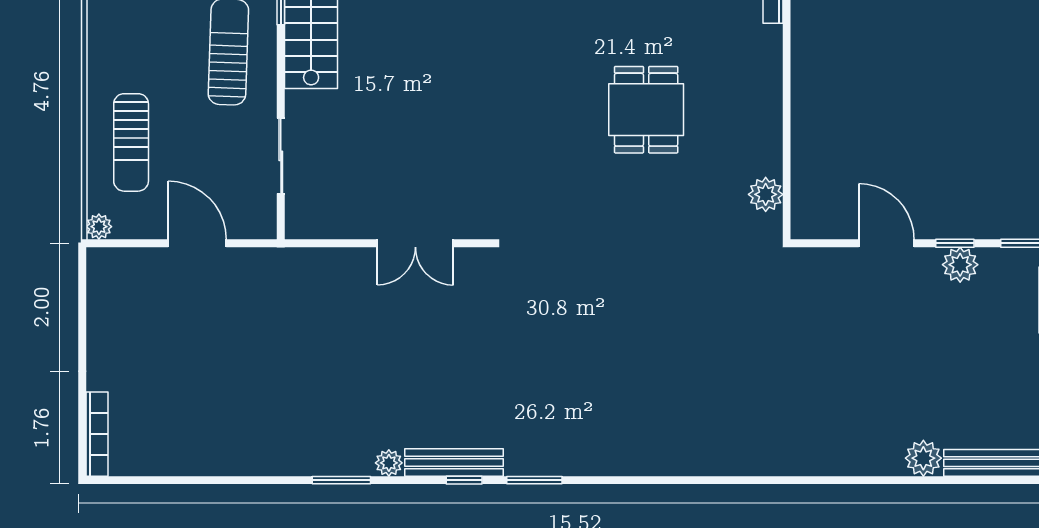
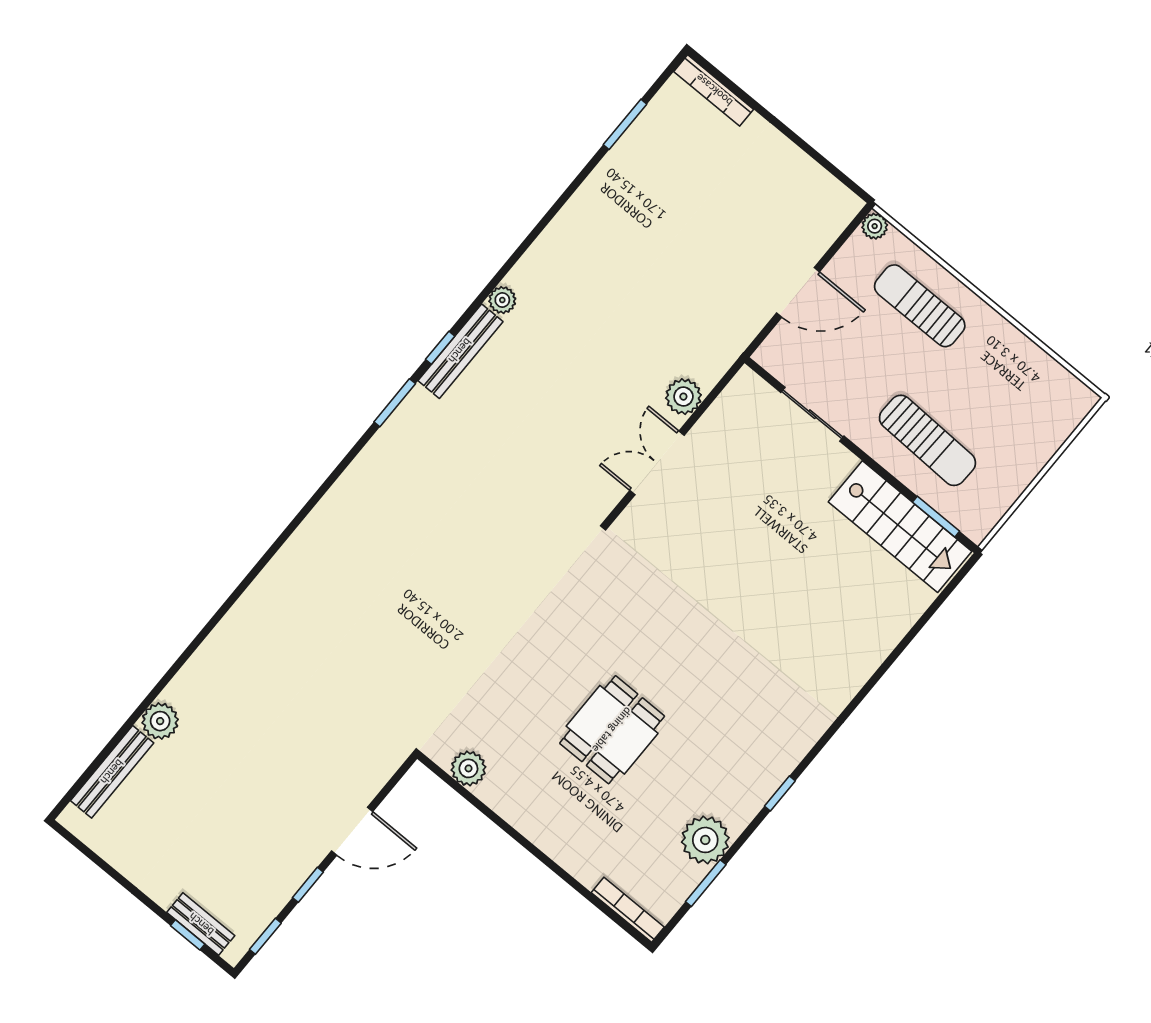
dining table: (646, 110) -> (612, 730), turned 90
plant: (960, 265) -> (683, 397), moved
window: (341, 480) -> (625, 124), moved

